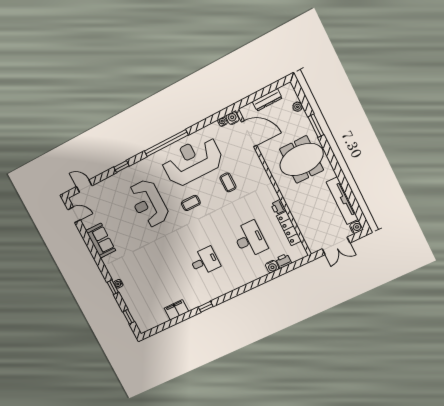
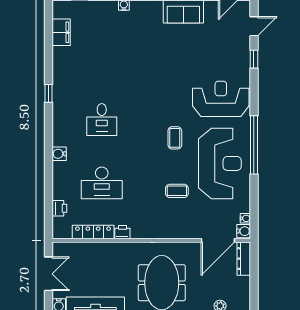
dresser: (267, 100) -> (244, 259), moved
window: (122, 167) -> (254, 59), moved
reception desk: (148, 203) -> (221, 99), moved
double door: (336, 246) -> (49, 274), swing flipped
water cooler: (272, 267) -> (59, 154), moved
filing cabinet: (176, 310) -> (61, 32), moved

